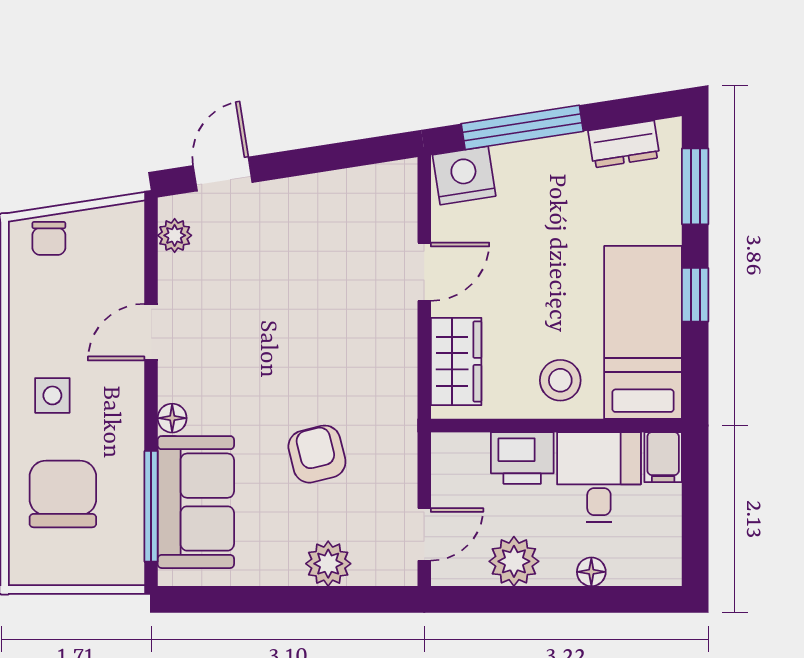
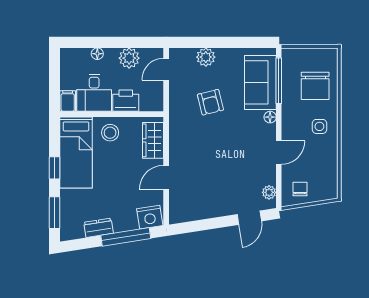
dresser: (624, 144) -> (99, 228), moved
chair: (49, 238) -> (300, 189), moved

